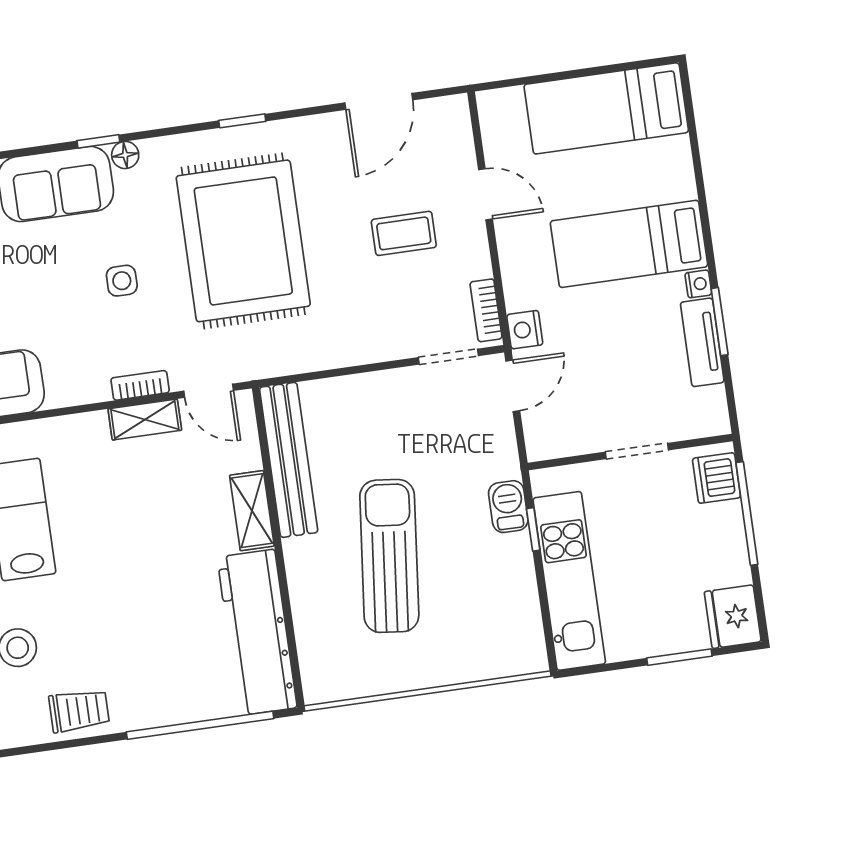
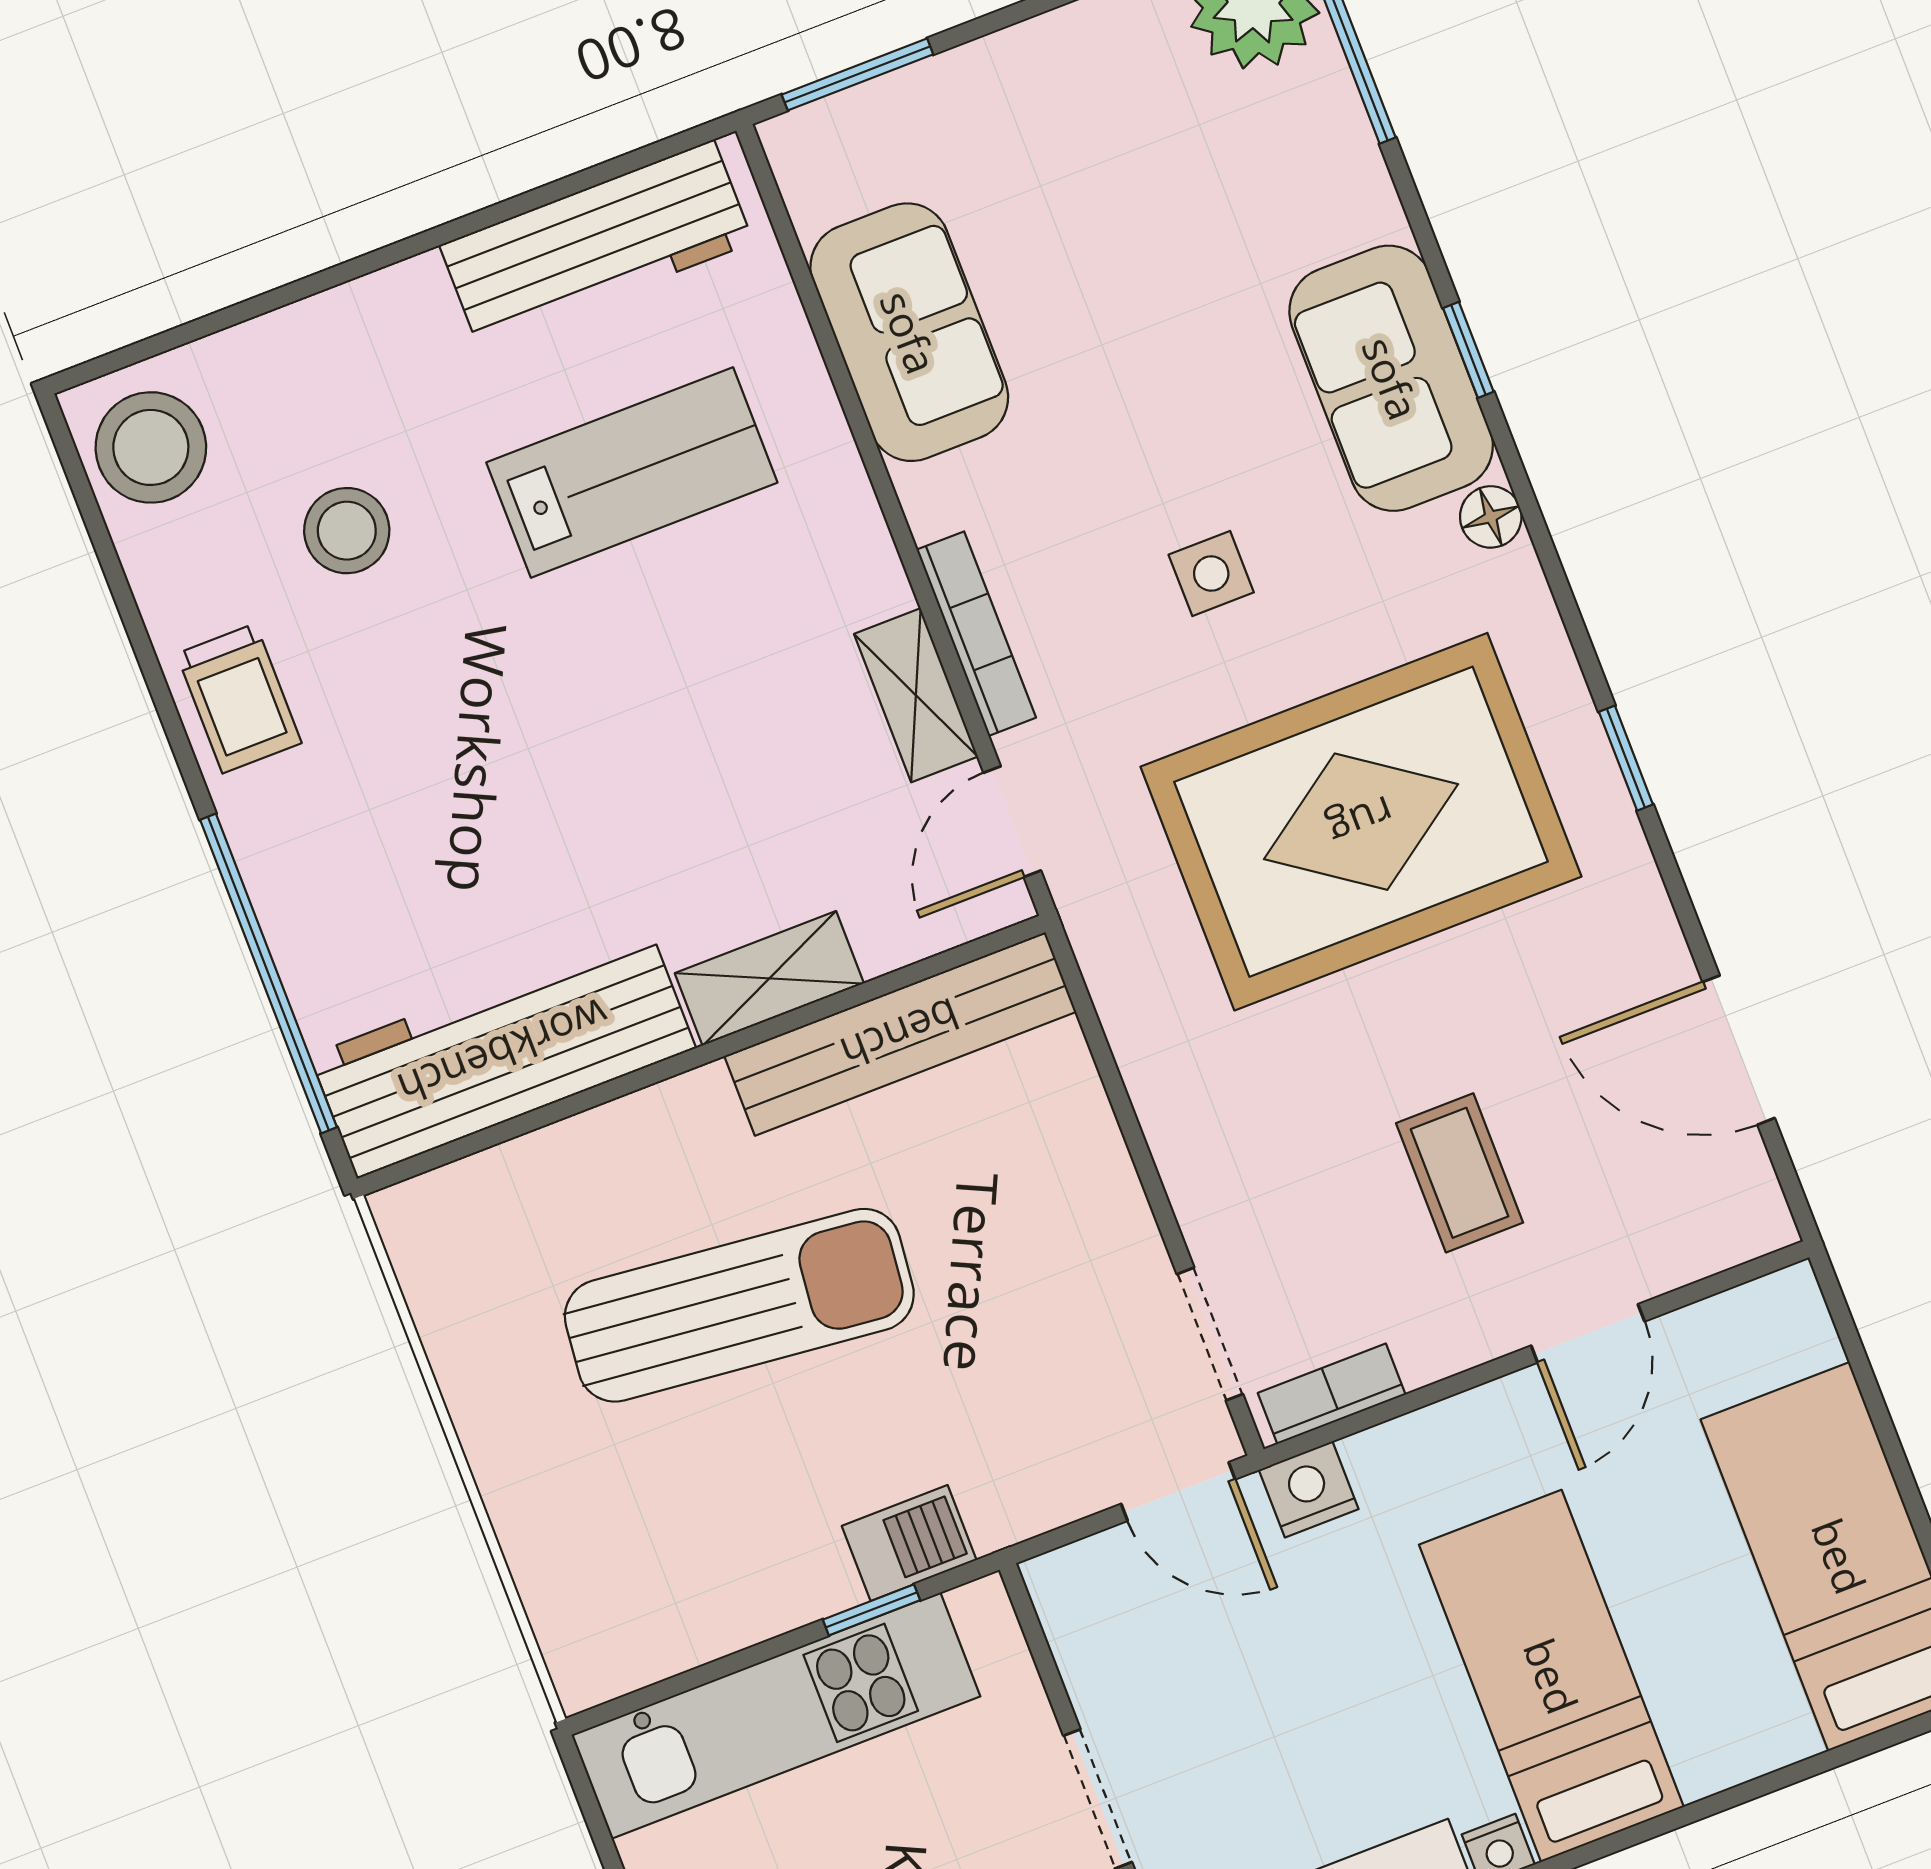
window: (98, 141) -> (1468, 350), moved
bookcase: (140, 385) -> (976, 634), width x1.56

